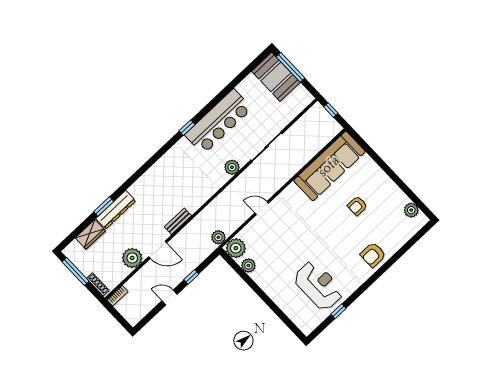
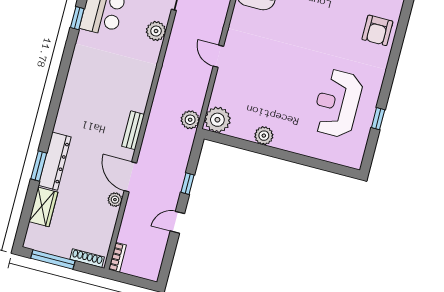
door: (262, 208) -> (218, 56), hinge flipped
door: (158, 250) -> (130, 177), swing flipped
plant: (132, 258) -> (115, 200), width x0.53, depth x0.53
plant: (248, 265) -> (264, 136), moved
reception desk: (318, 285) -> (337, 103), turned -90

